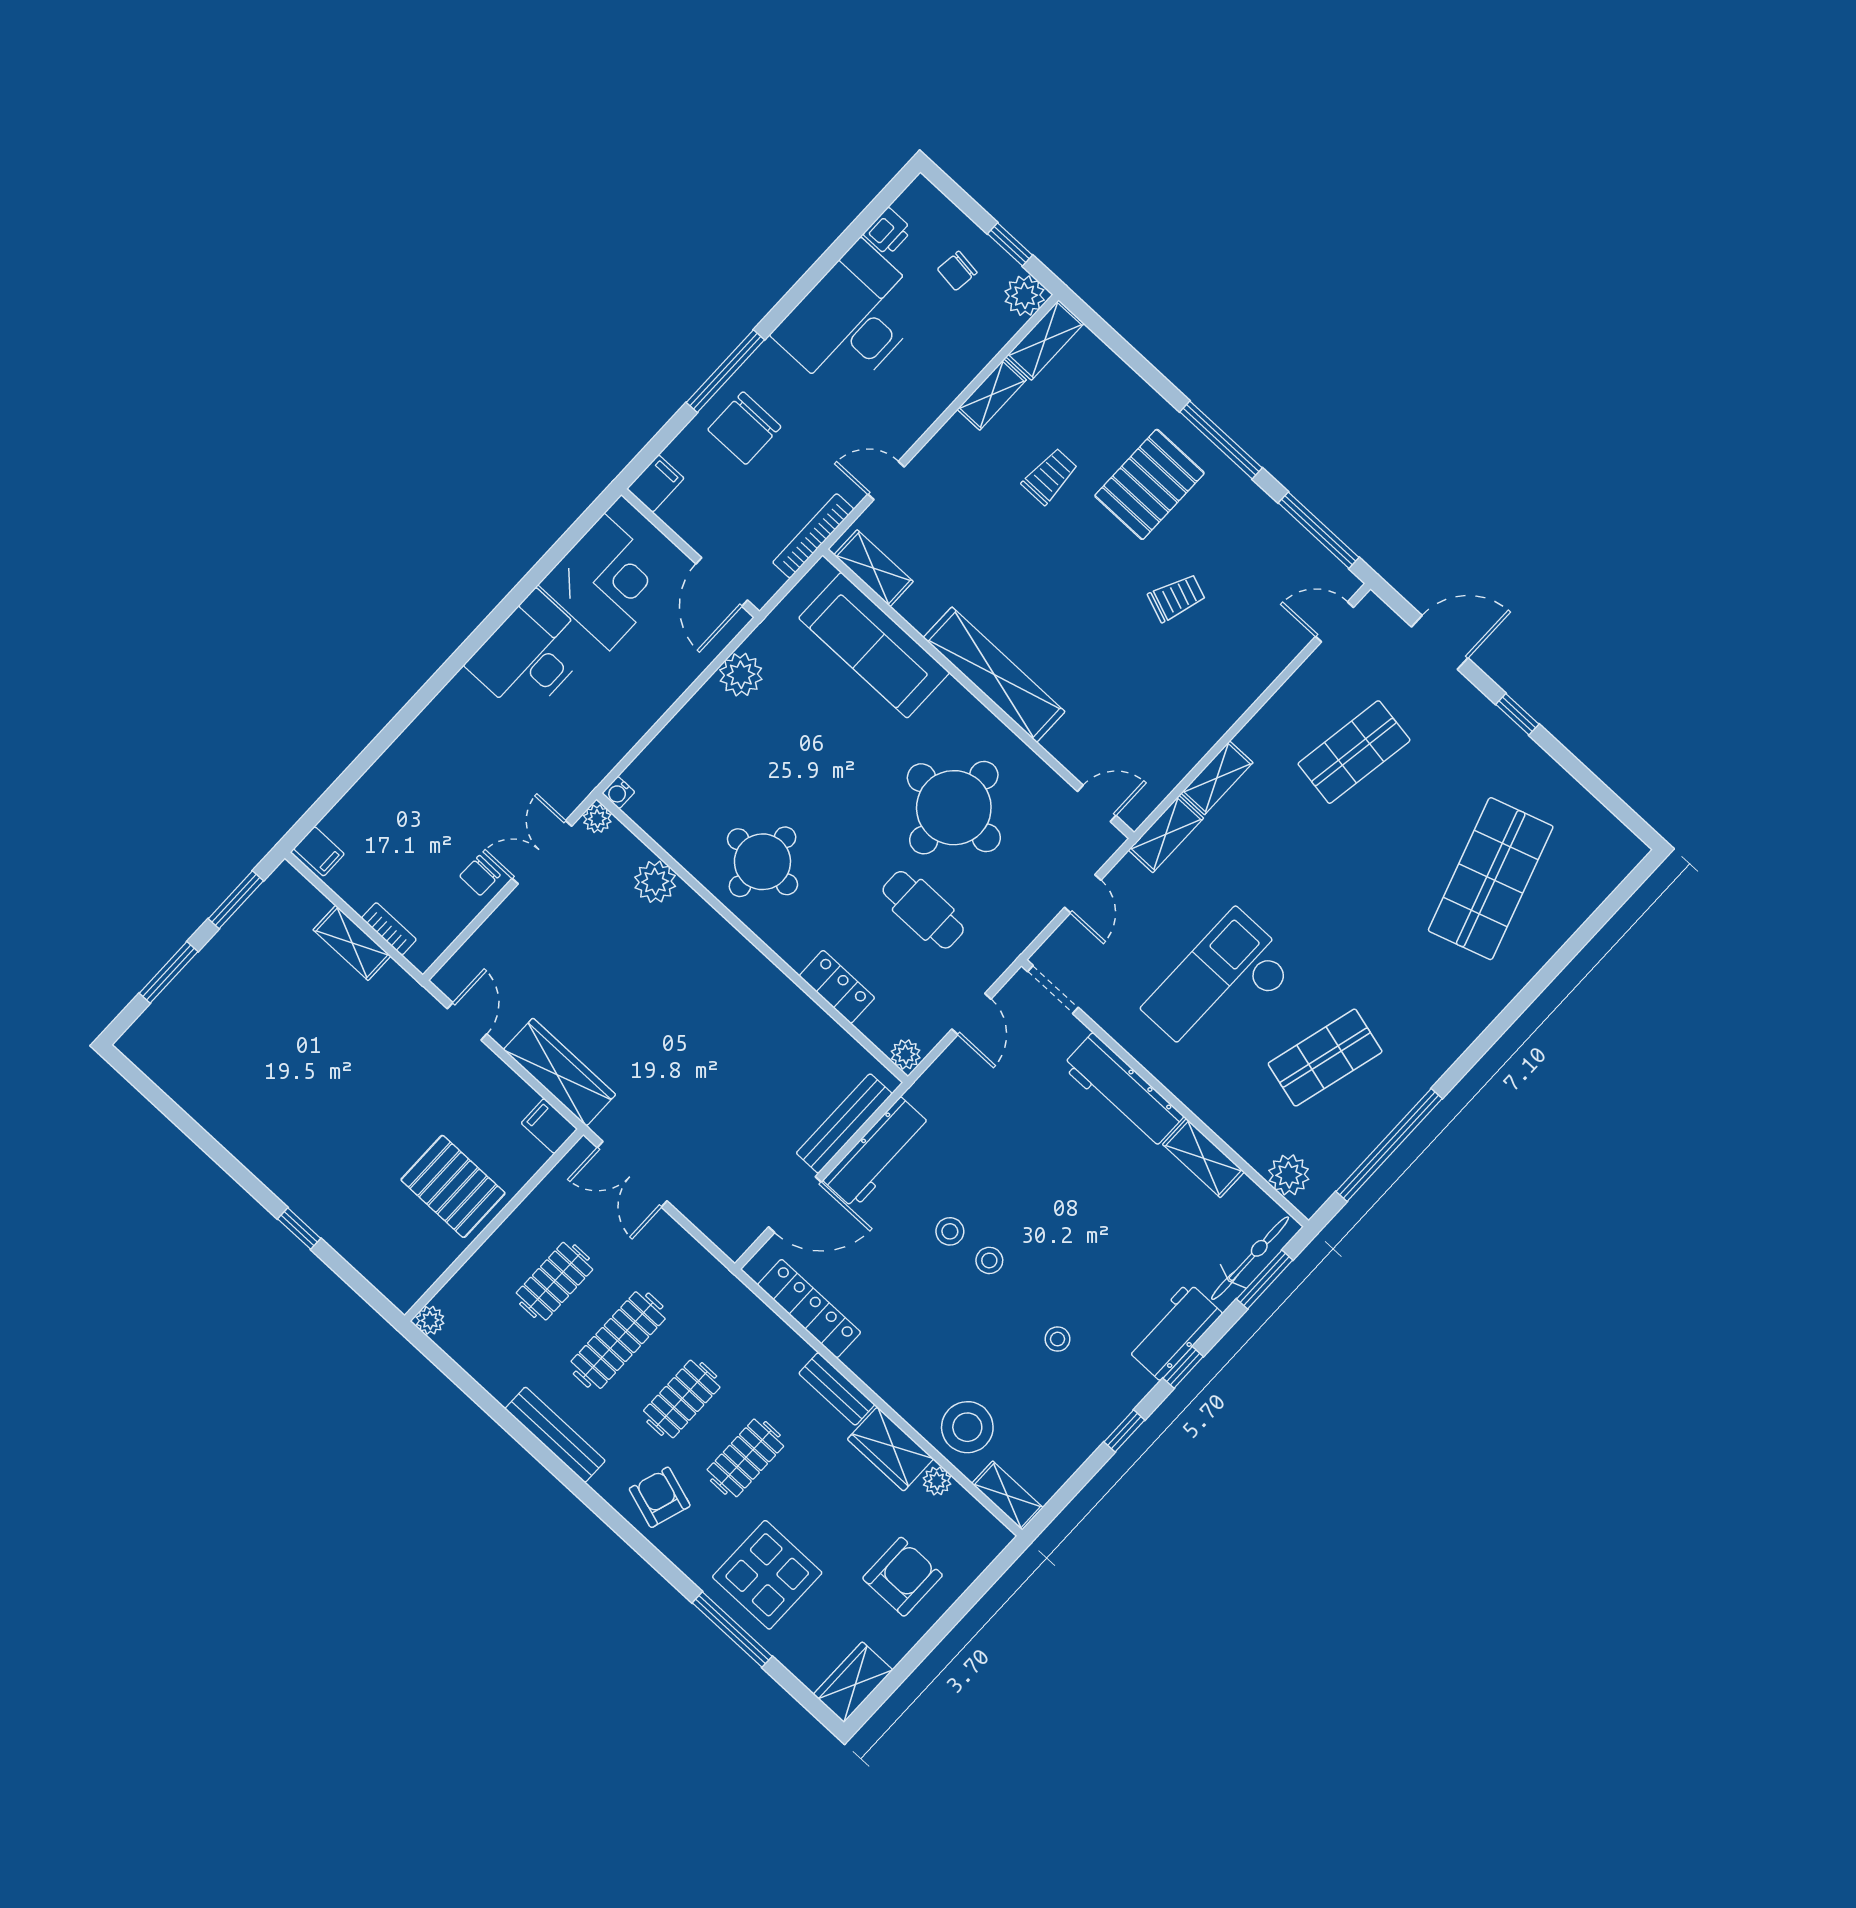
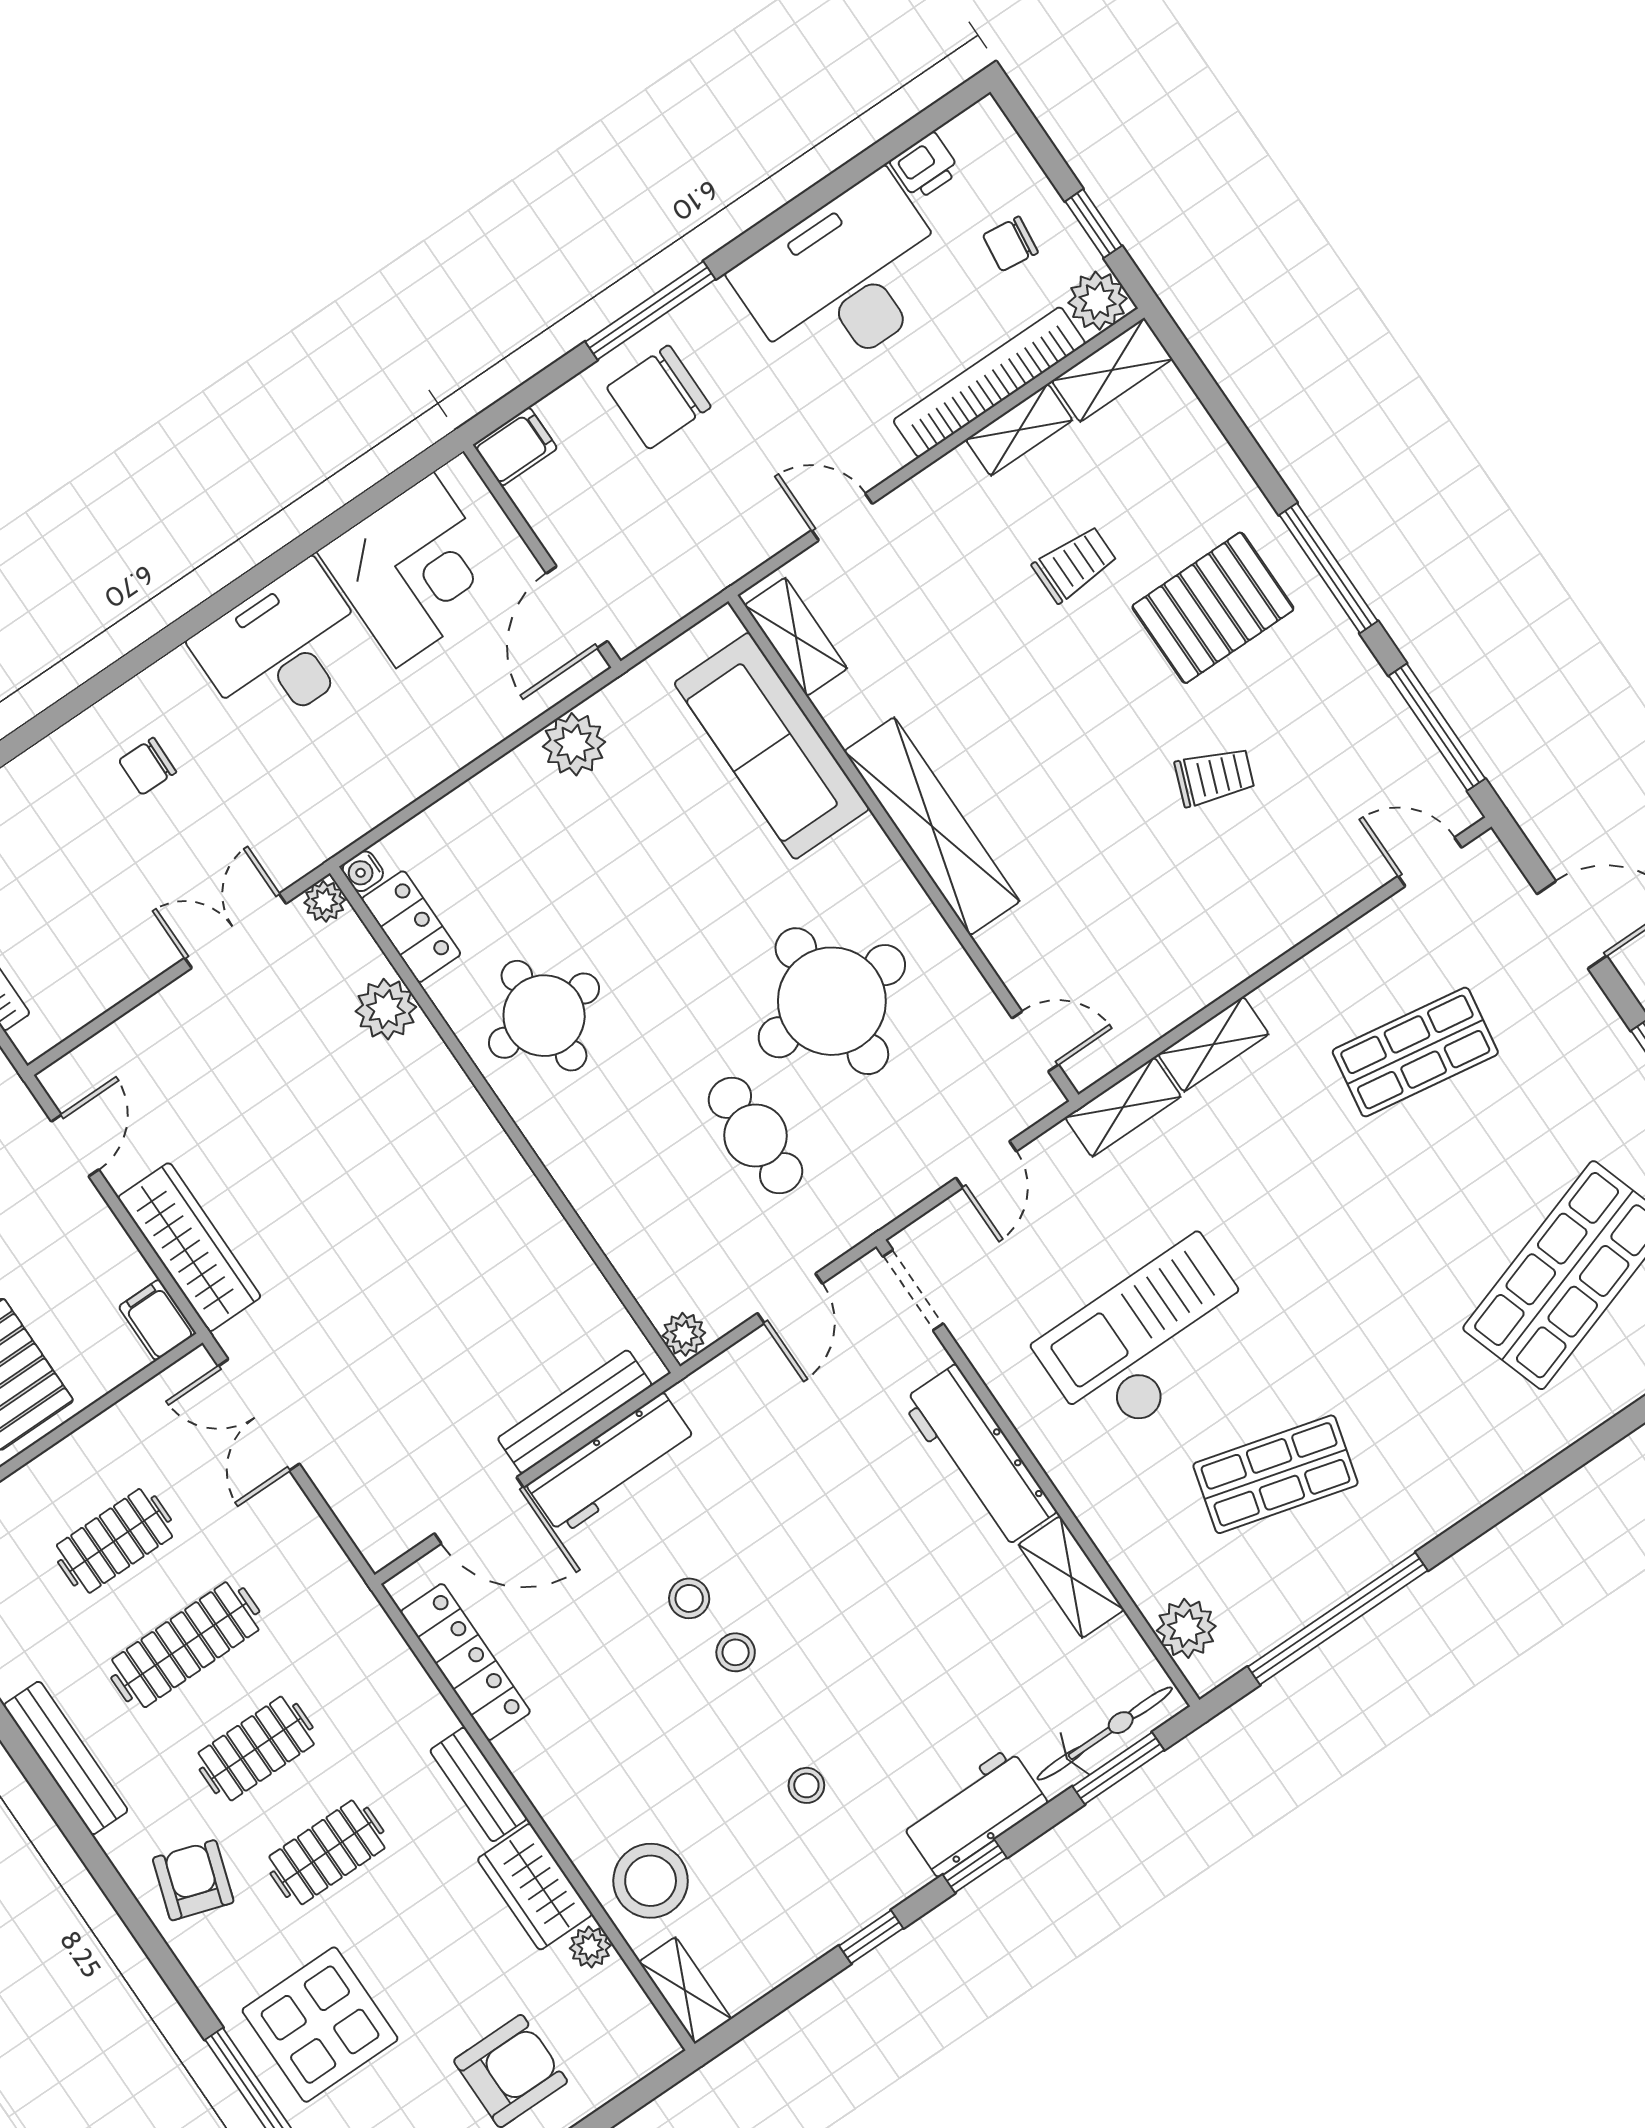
bookcase: (813, 536) -> (989, 382), moved, width x1.48, depth x1.31
chair: (480, 876) -> (148, 766), moved
locker: (837, 987) -> (411, 927), moved

